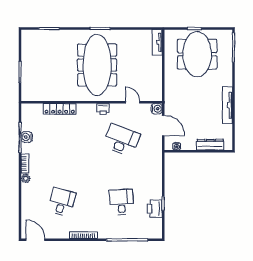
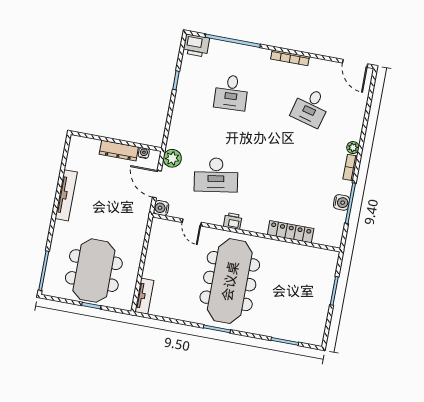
desk: (121, 140) -> (216, 175), turned -30
dresser: (210, 145) -> (119, 151), moved
plant: (155, 146) -> (172, 158), added
printer: (155, 209) -> (196, 46), moved, turned 90

